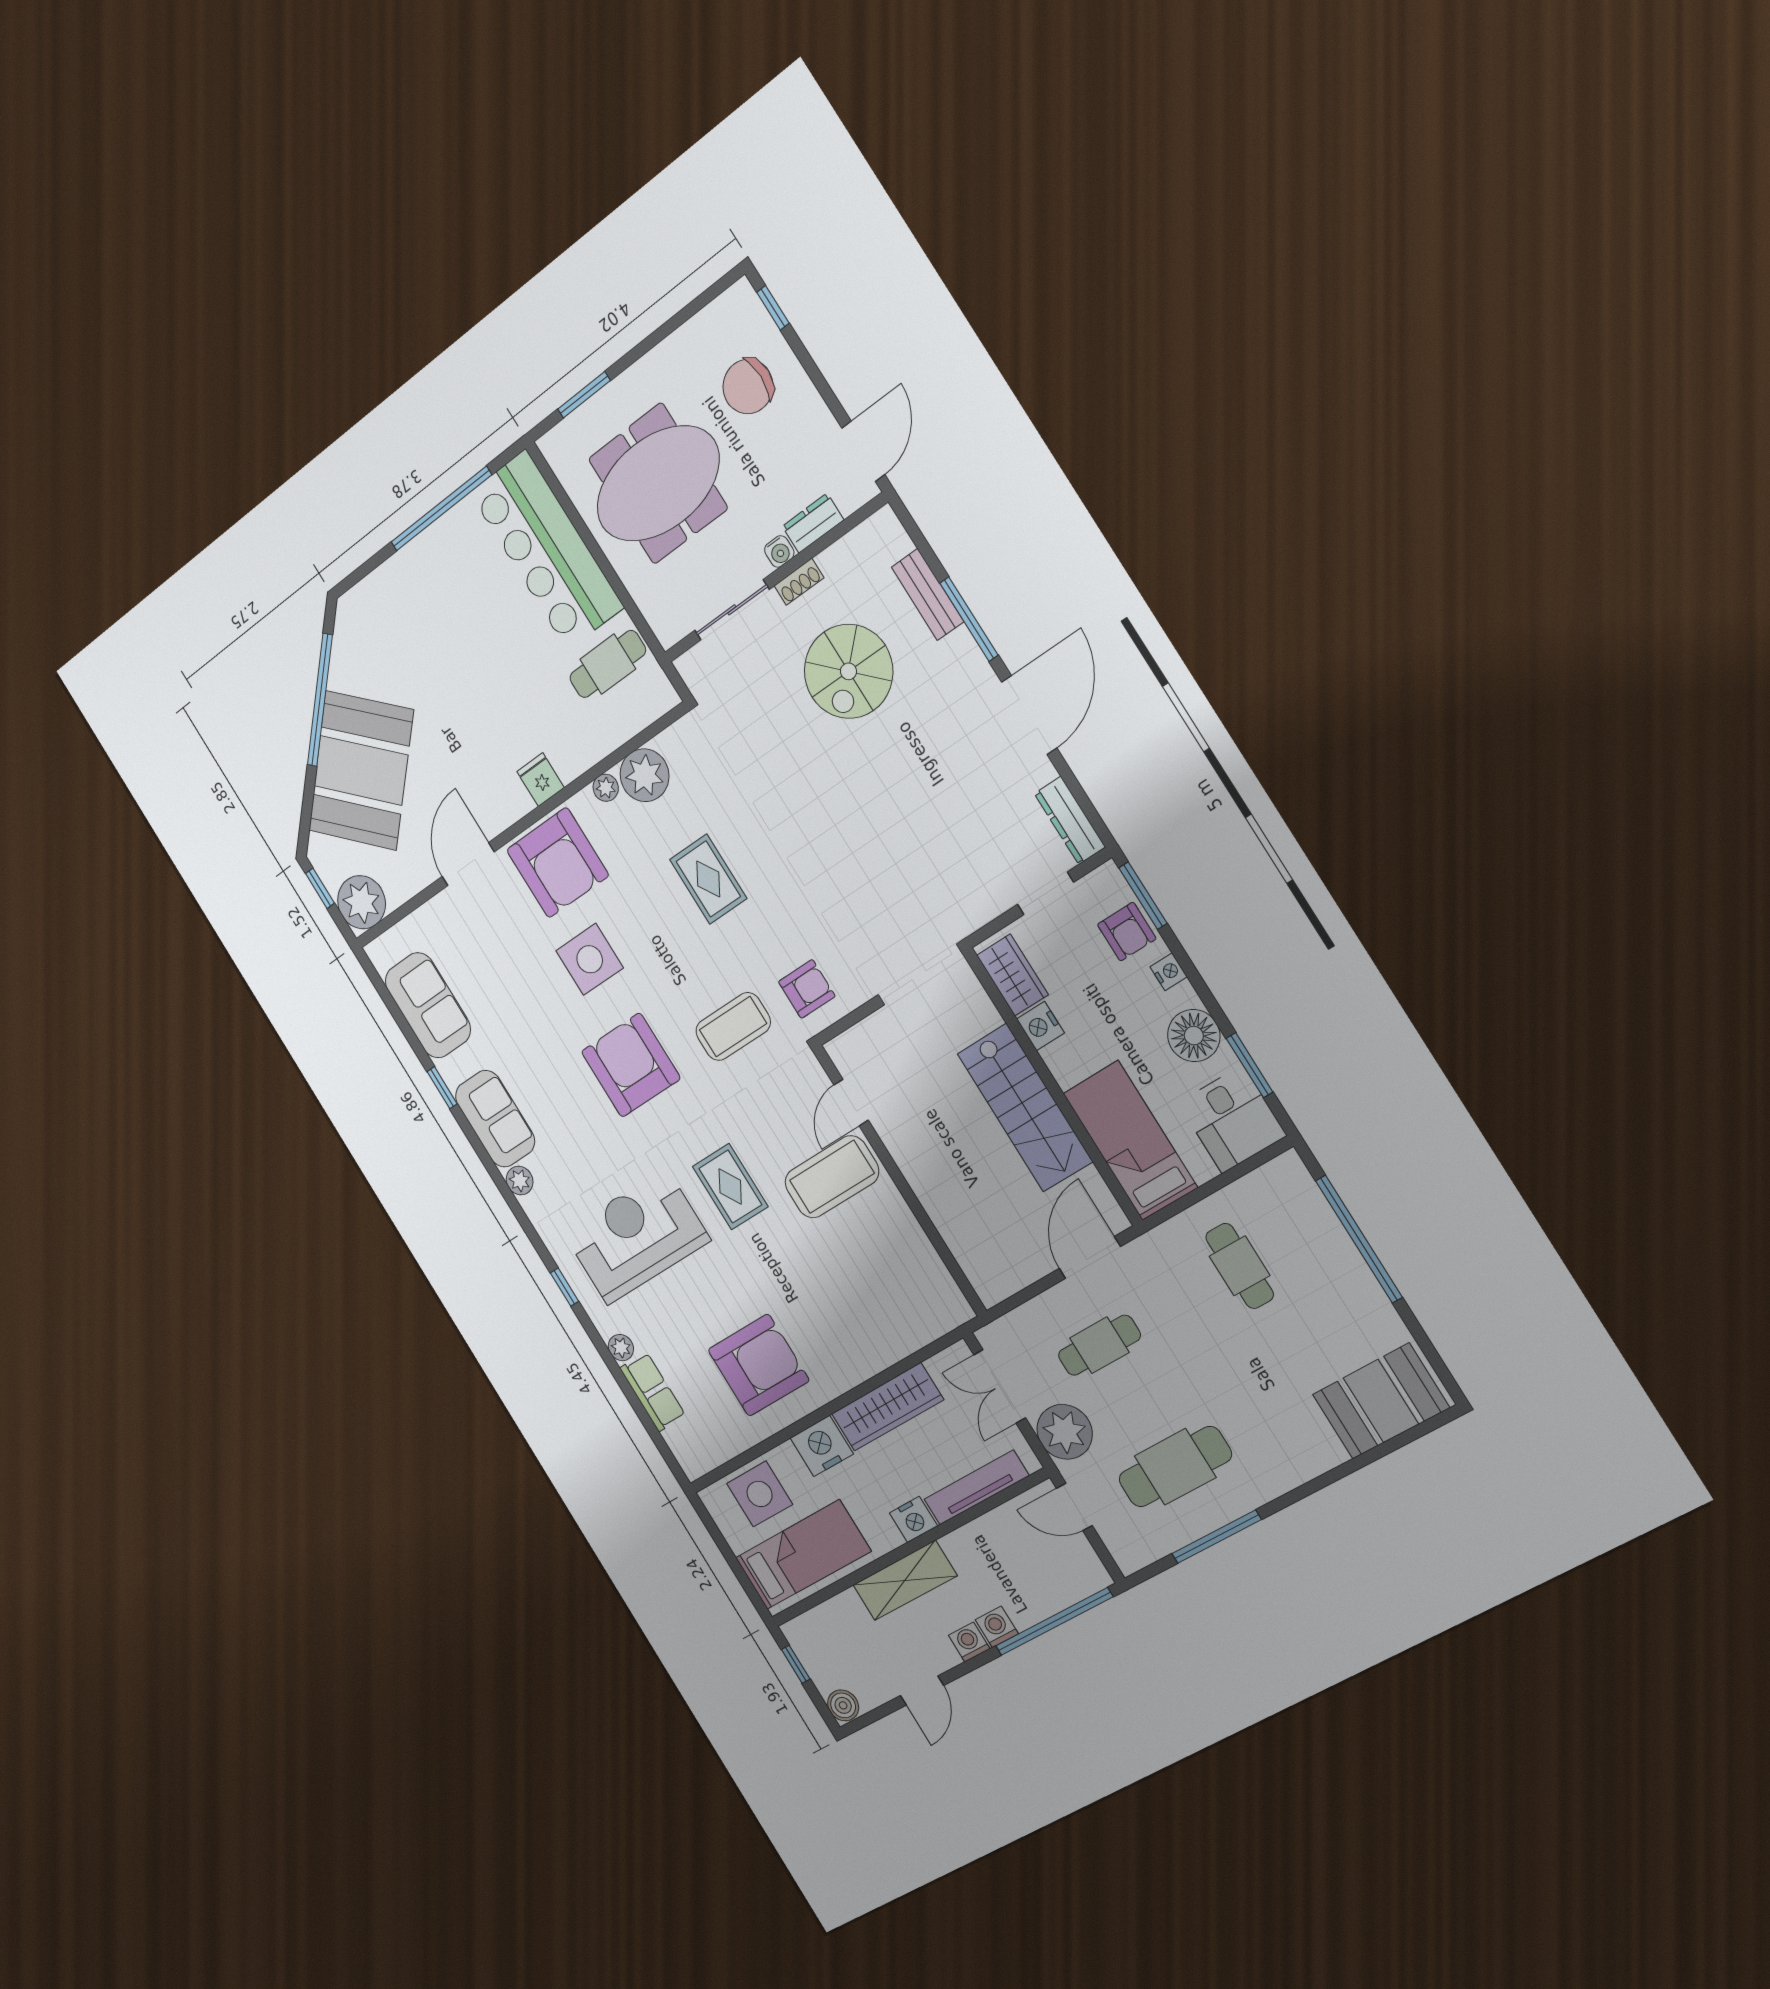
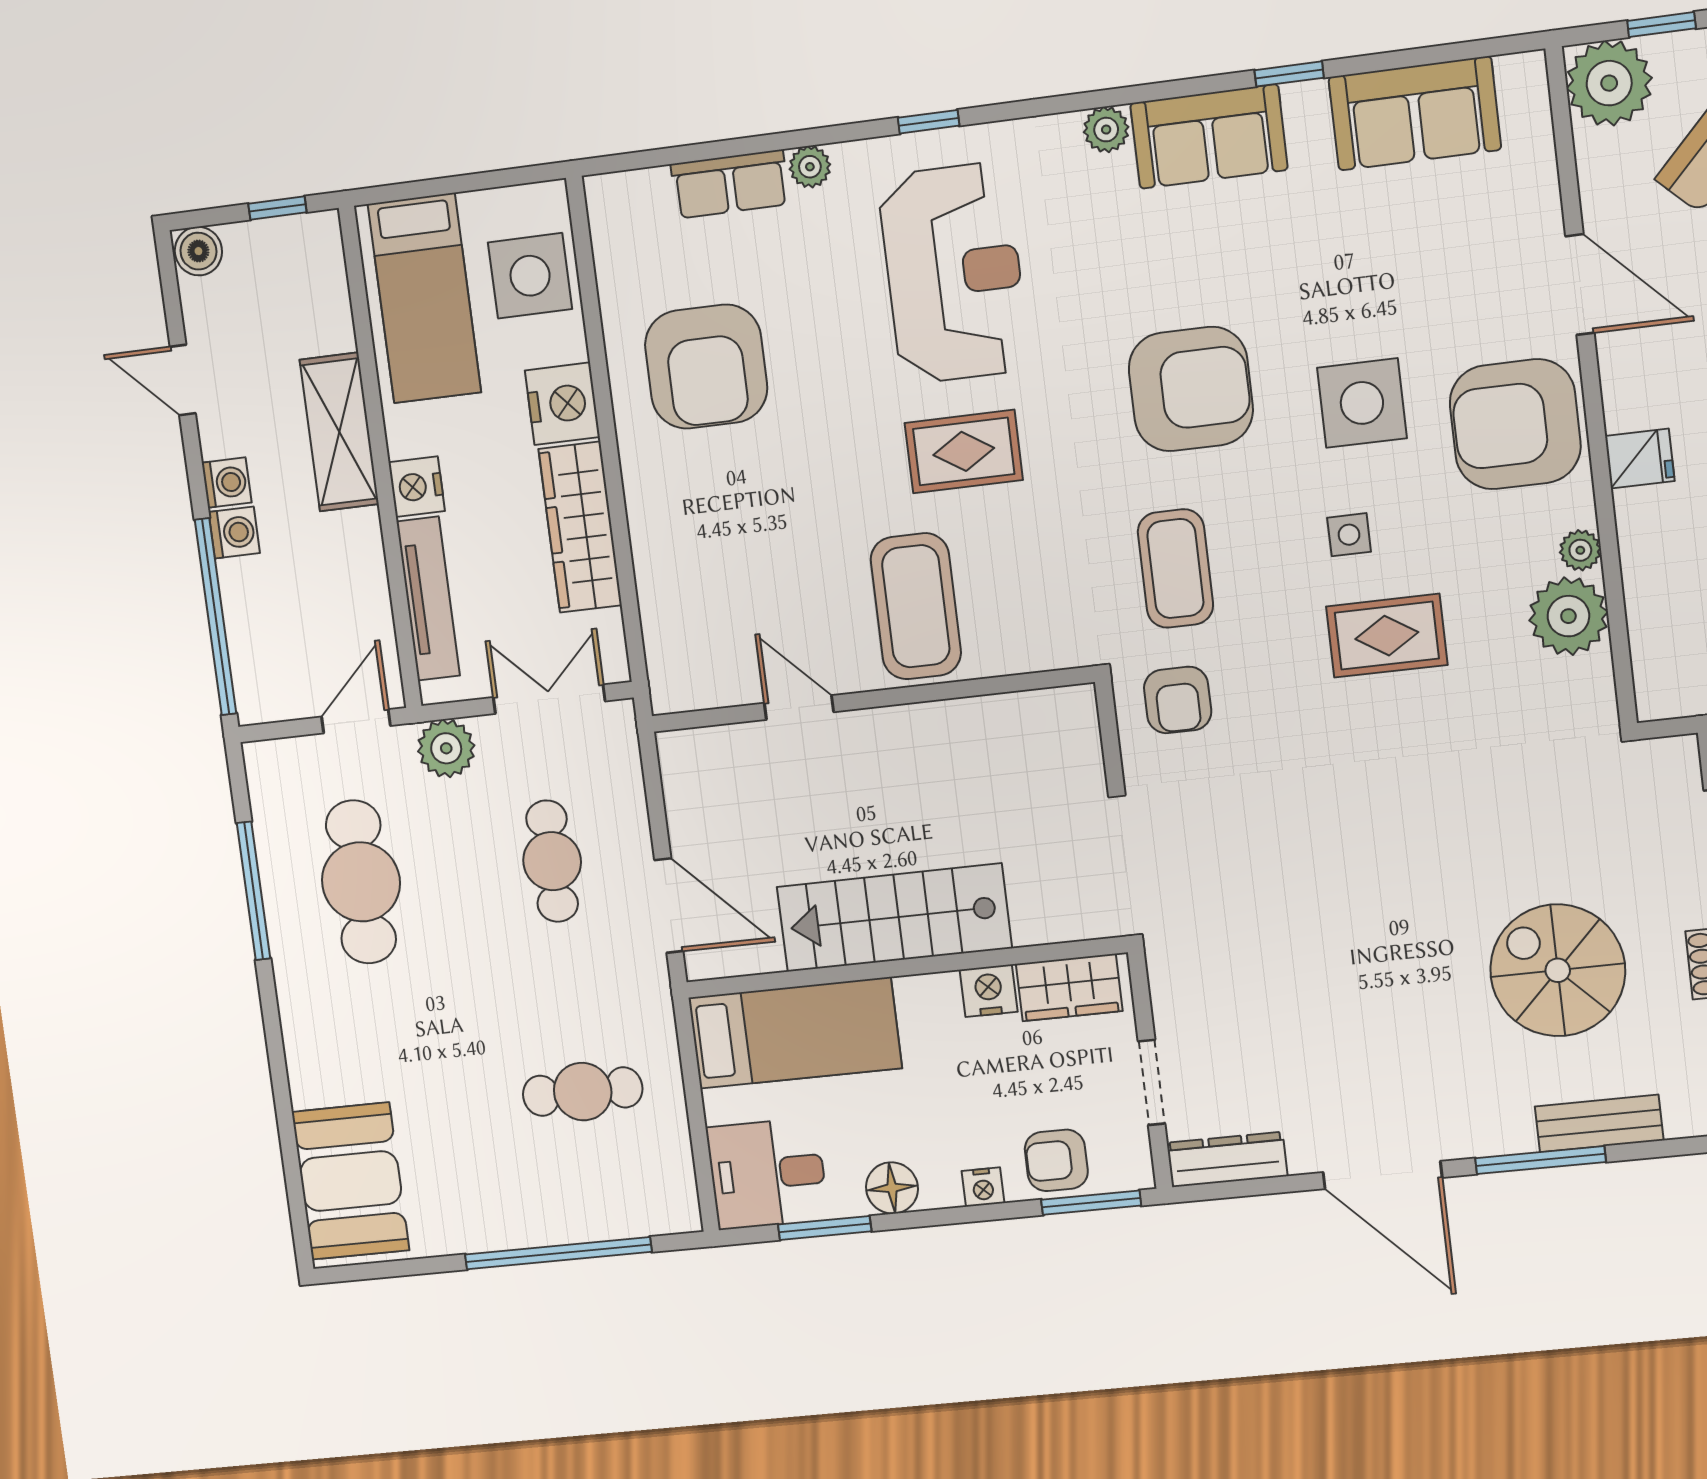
side table: (664, 931) -> (1349, 535), added
floor lamp: (1194, 1036) -> (892, 1188), width x0.73, depth x0.73
door: (851, 1103) -> (799, 707), moved
plant: (1065, 1432) -> (446, 748), width x0.73, depth x0.73

